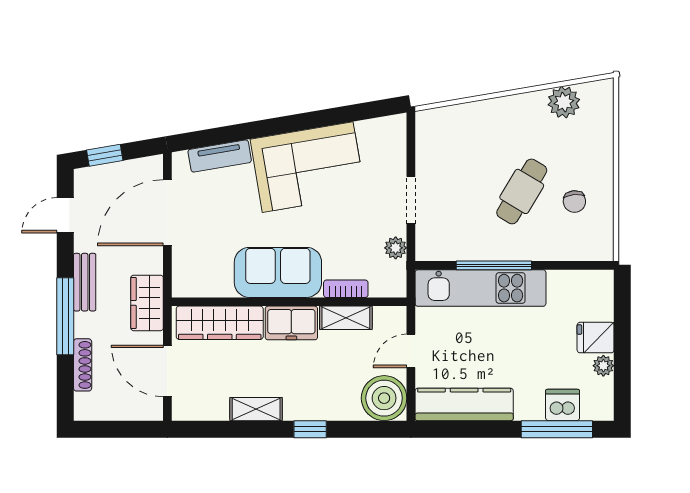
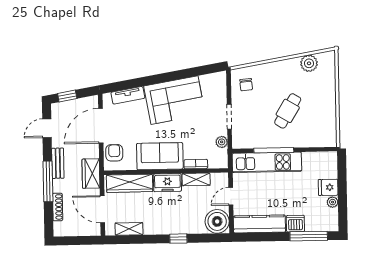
chair: (574, 202) -> (246, 85), moved
armchair: (192, 264) -> (114, 153), added
dishwasher: (563, 405) -> (295, 224), moved
shelving: (256, 409) -> (129, 229), moved

